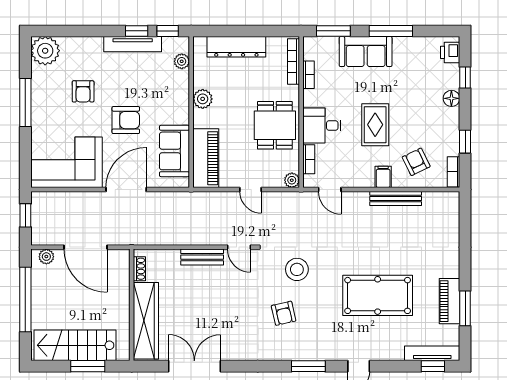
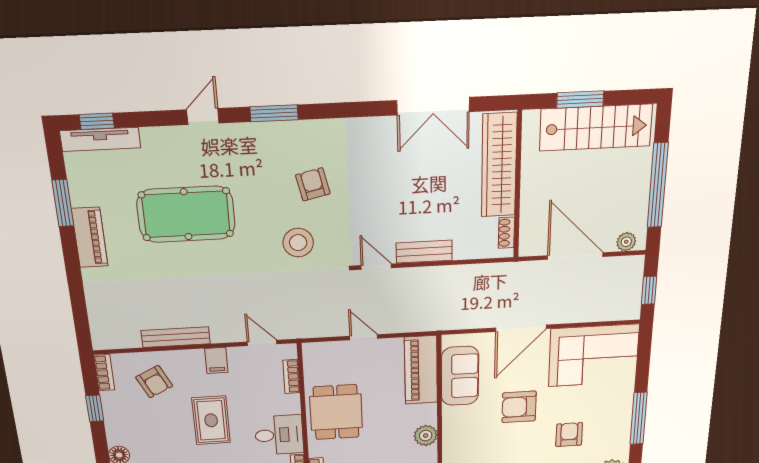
desk: (322, 125) -> (279, 435), moved
filing cabinet: (383, 177) -> (216, 360), moved
plant: (292, 180) -> (311, 351), removed
piano: (450, 301) -> (90, 237), moved

